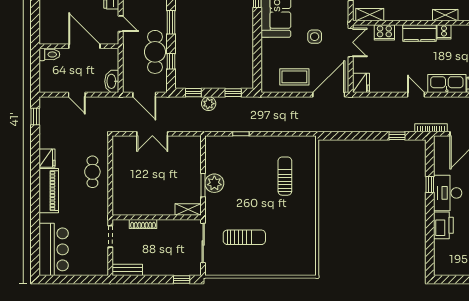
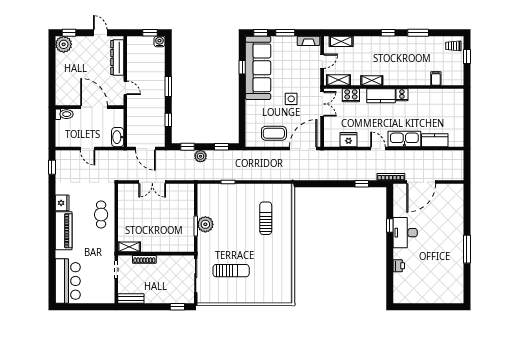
shelving: (445, 15) -> (372, 80), moved
cafe table: (155, 52) -> (155, 112), removed
fridge: (361, 83) -> (349, 140), moved, turned -90
shelving: (188, 210) -> (129, 247), moved
printer: (443, 225) -> (399, 266), width x0.53, depth x0.68

